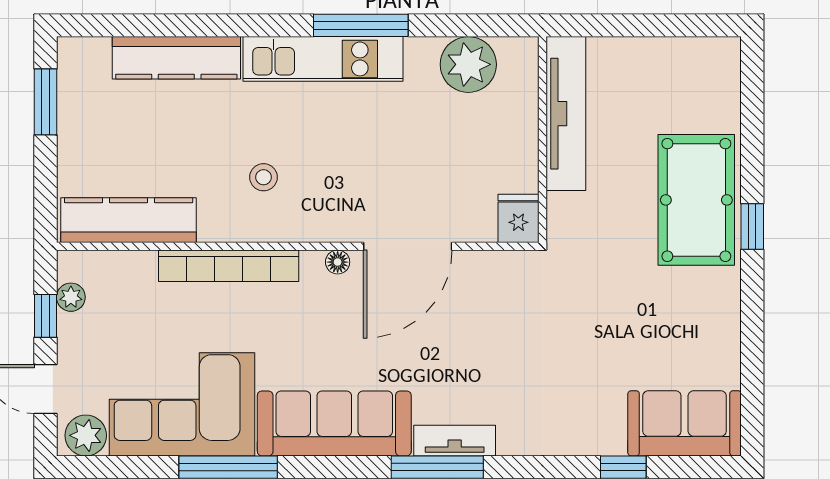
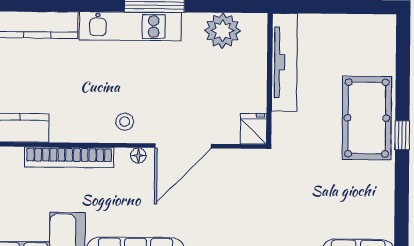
stool: (264, 177) -> (125, 122), moved

